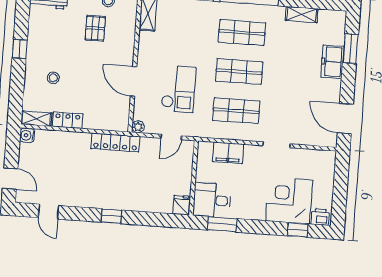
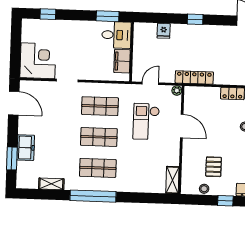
filing cabinet: (228, 153) -> (122, 61), moved, turned -90
corner desk: (289, 200) -> (38, 61), moved, turned -90
fridge: (181, 205) -> (164, 31), moved
printer: (320, 217) -> (31, 25), removed

